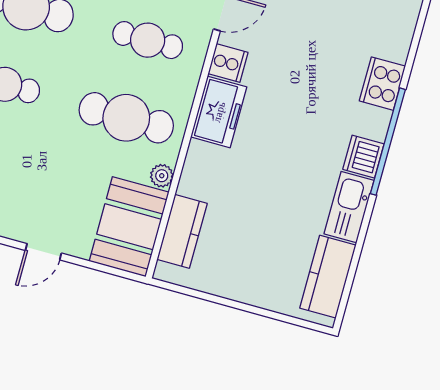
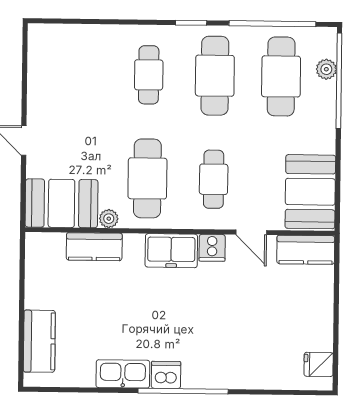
cooker: (382, 84) -> (228, 375), removed
kitchen counter: (182, 231) -> (94, 247), moved
kitchen counter: (328, 277) -> (39, 341), moved, turned 90

